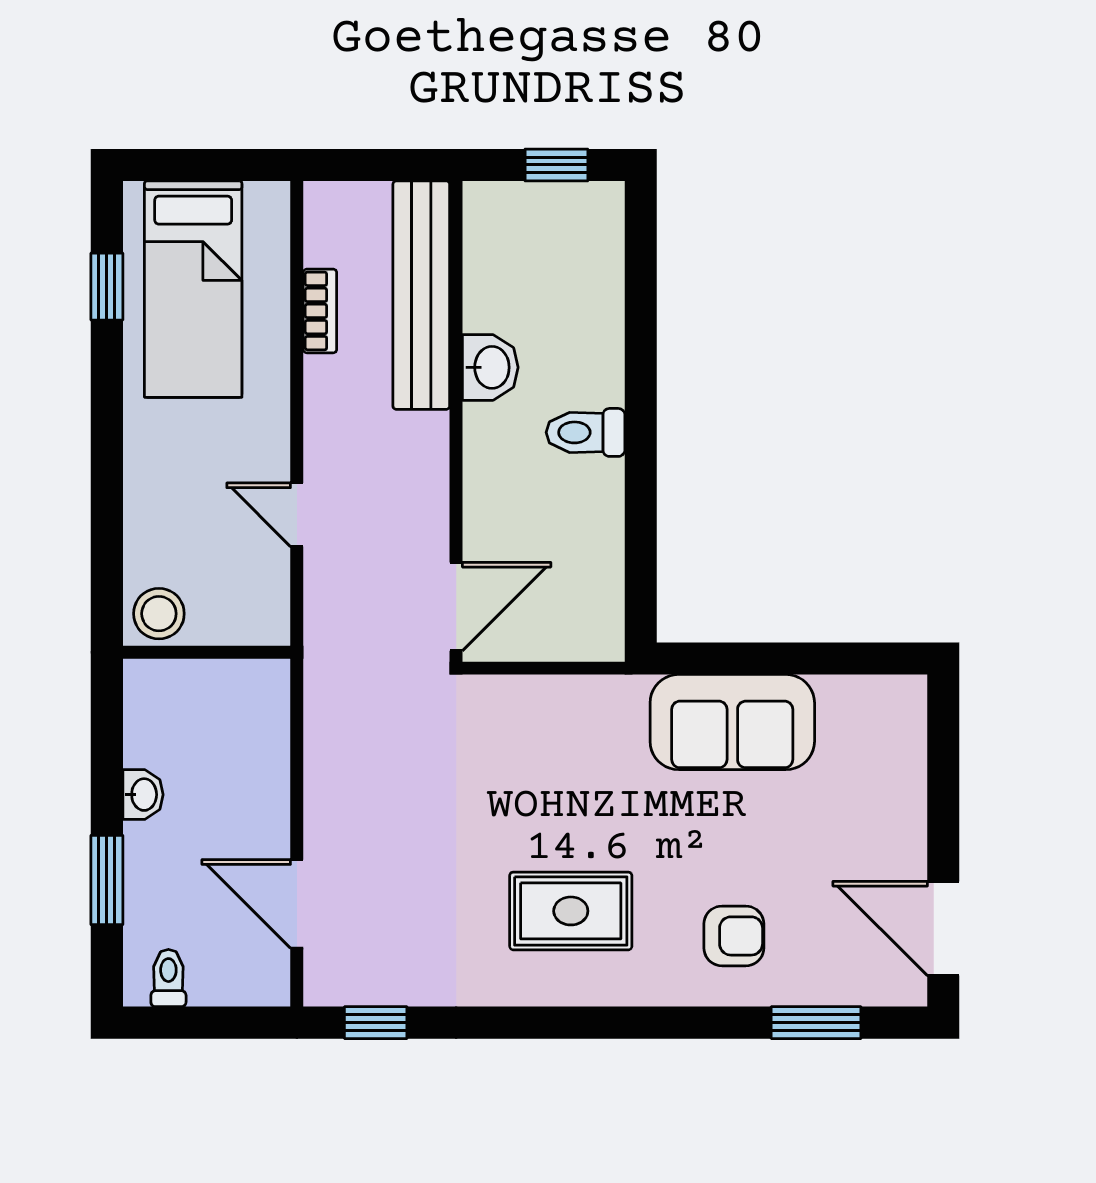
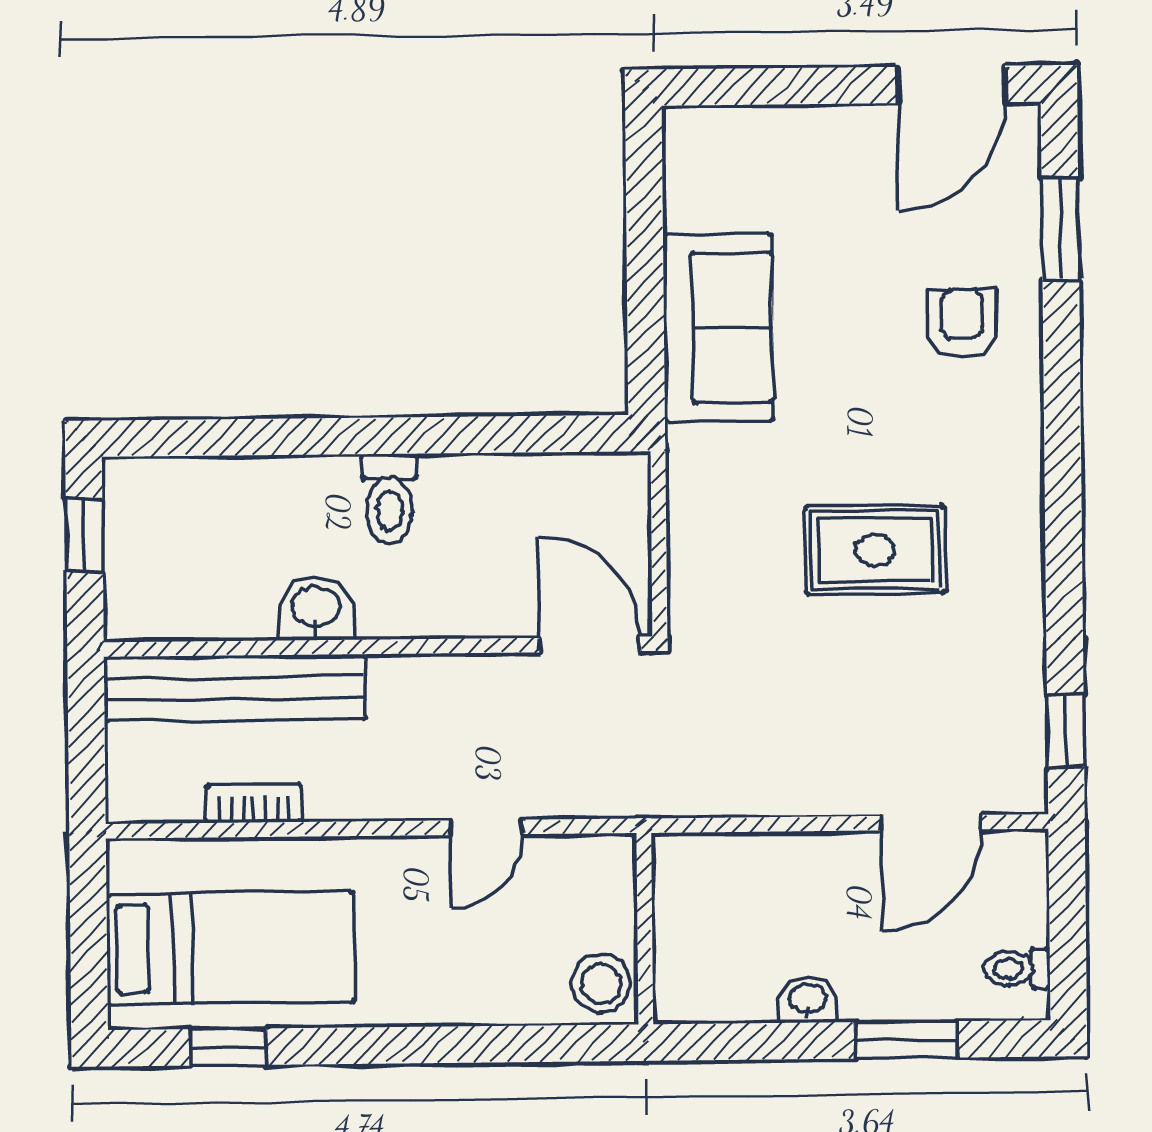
rug: (571, 911) -> (875, 550), moved, turned 90

